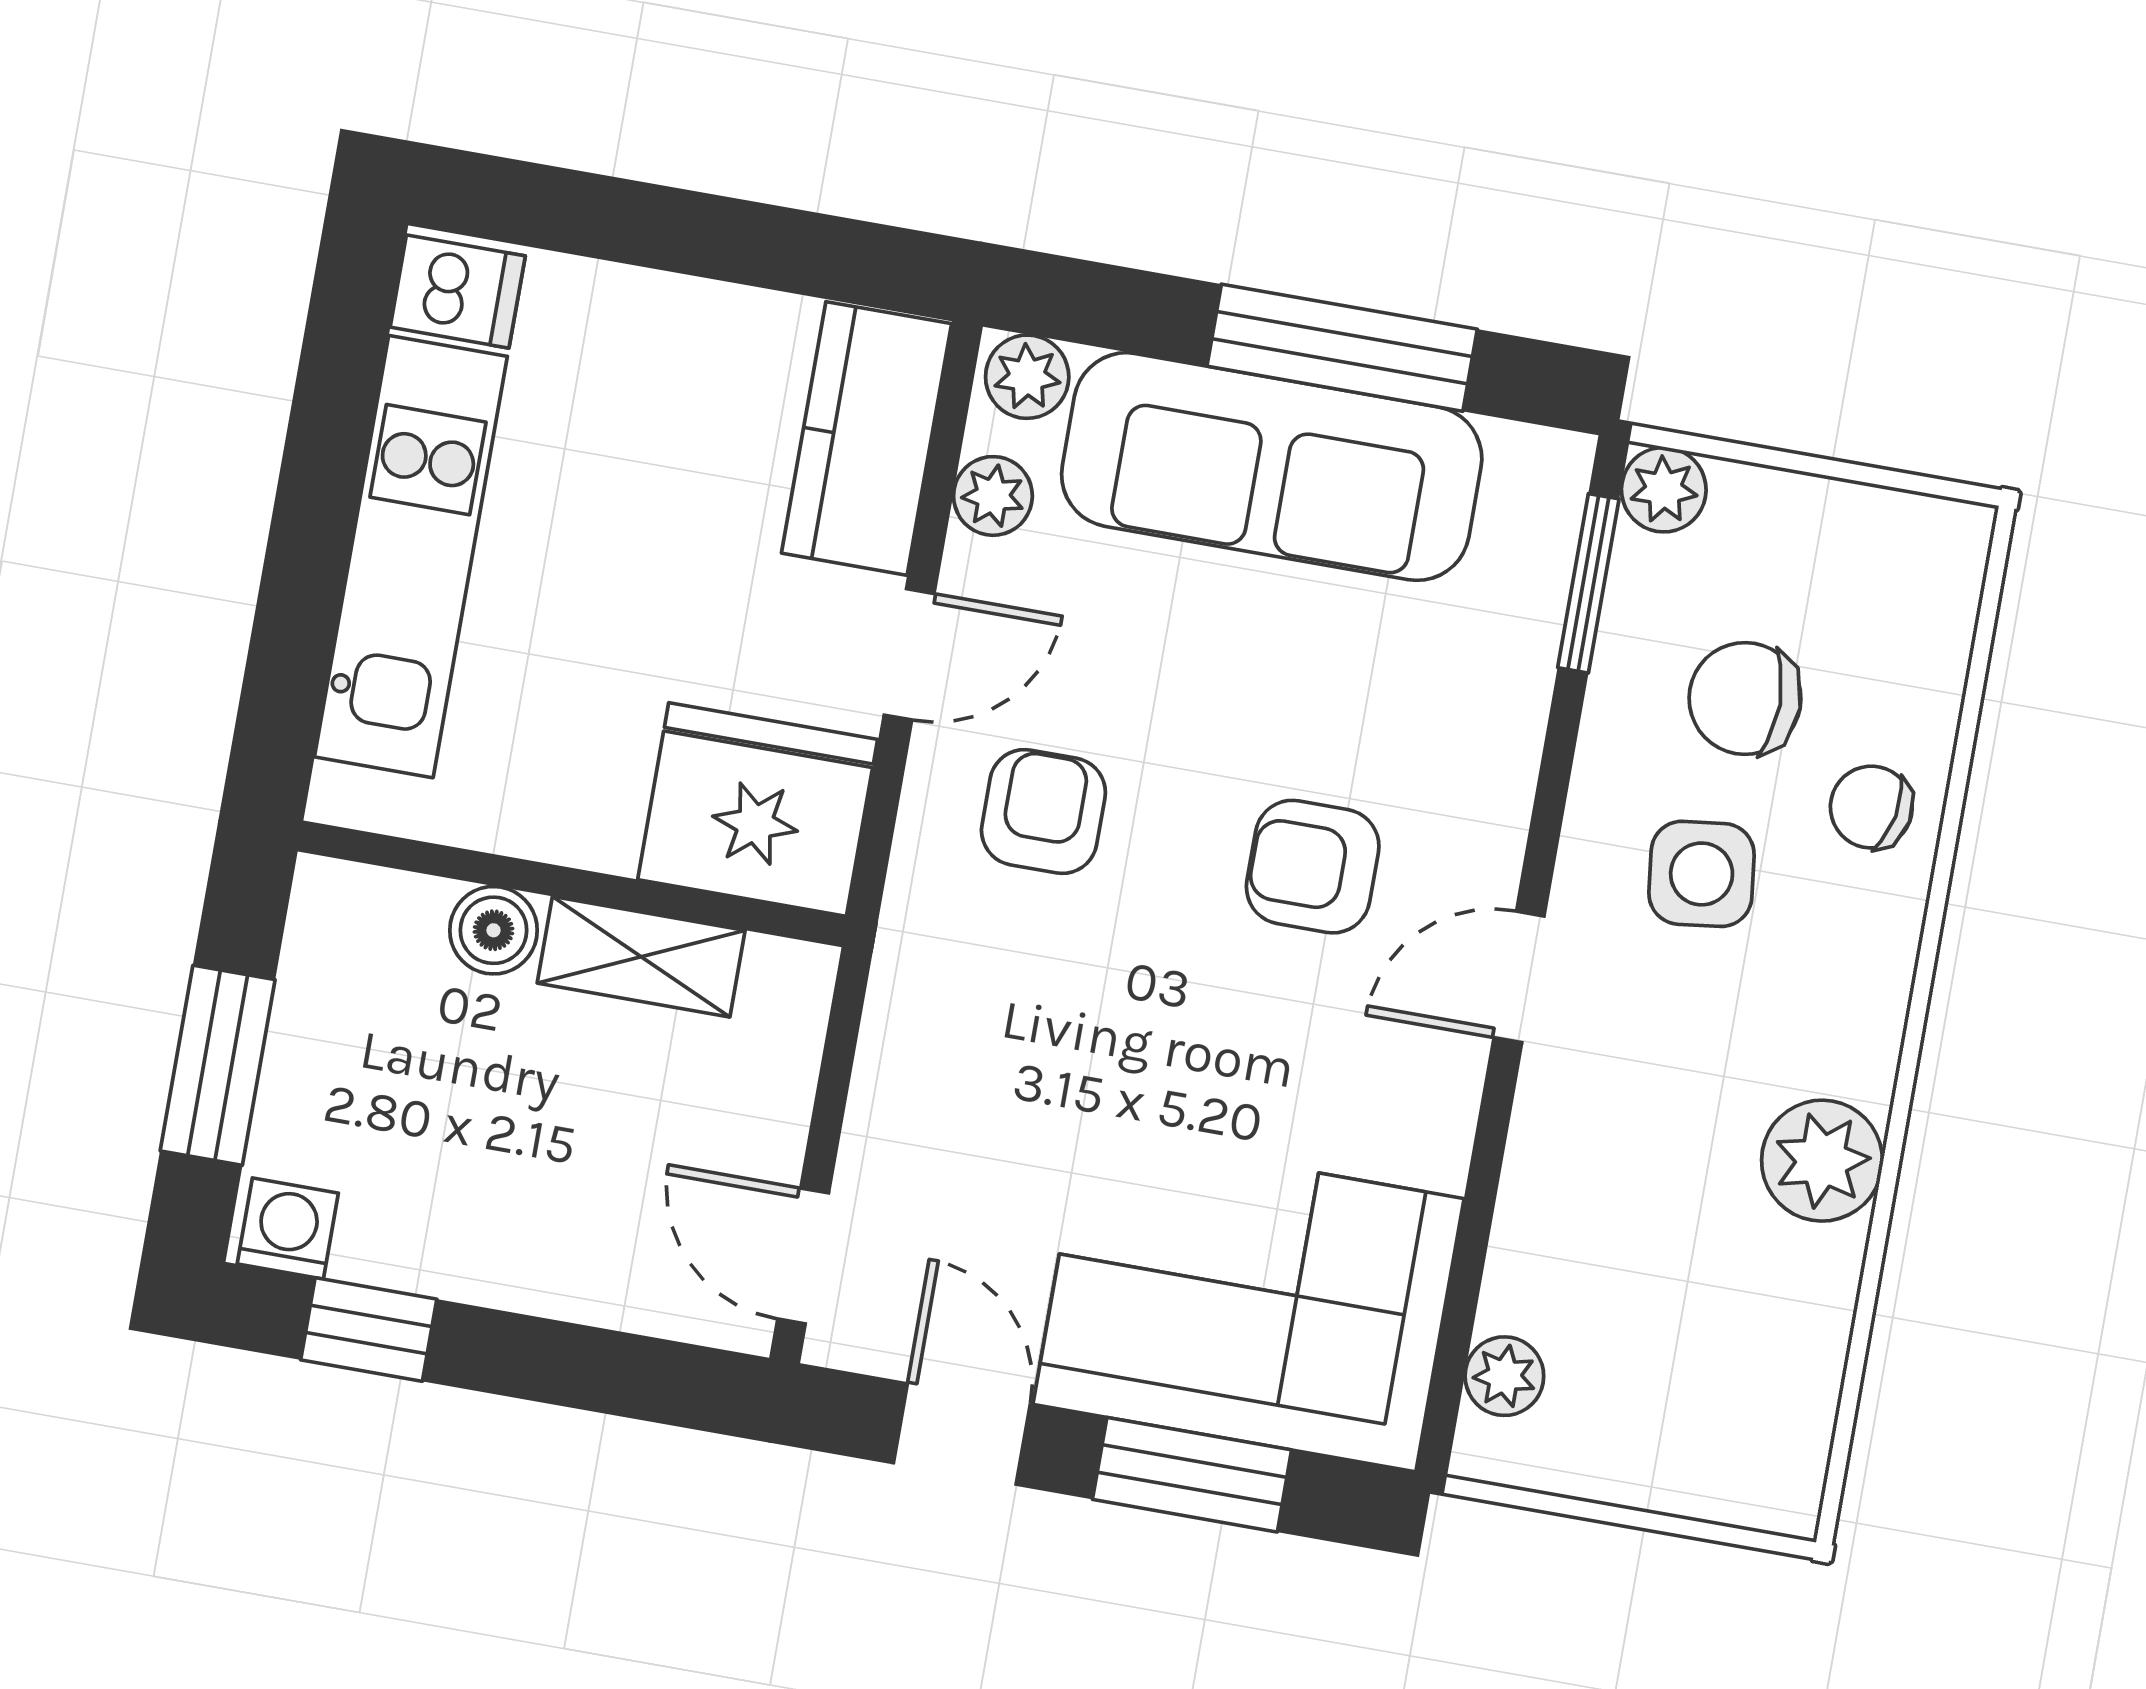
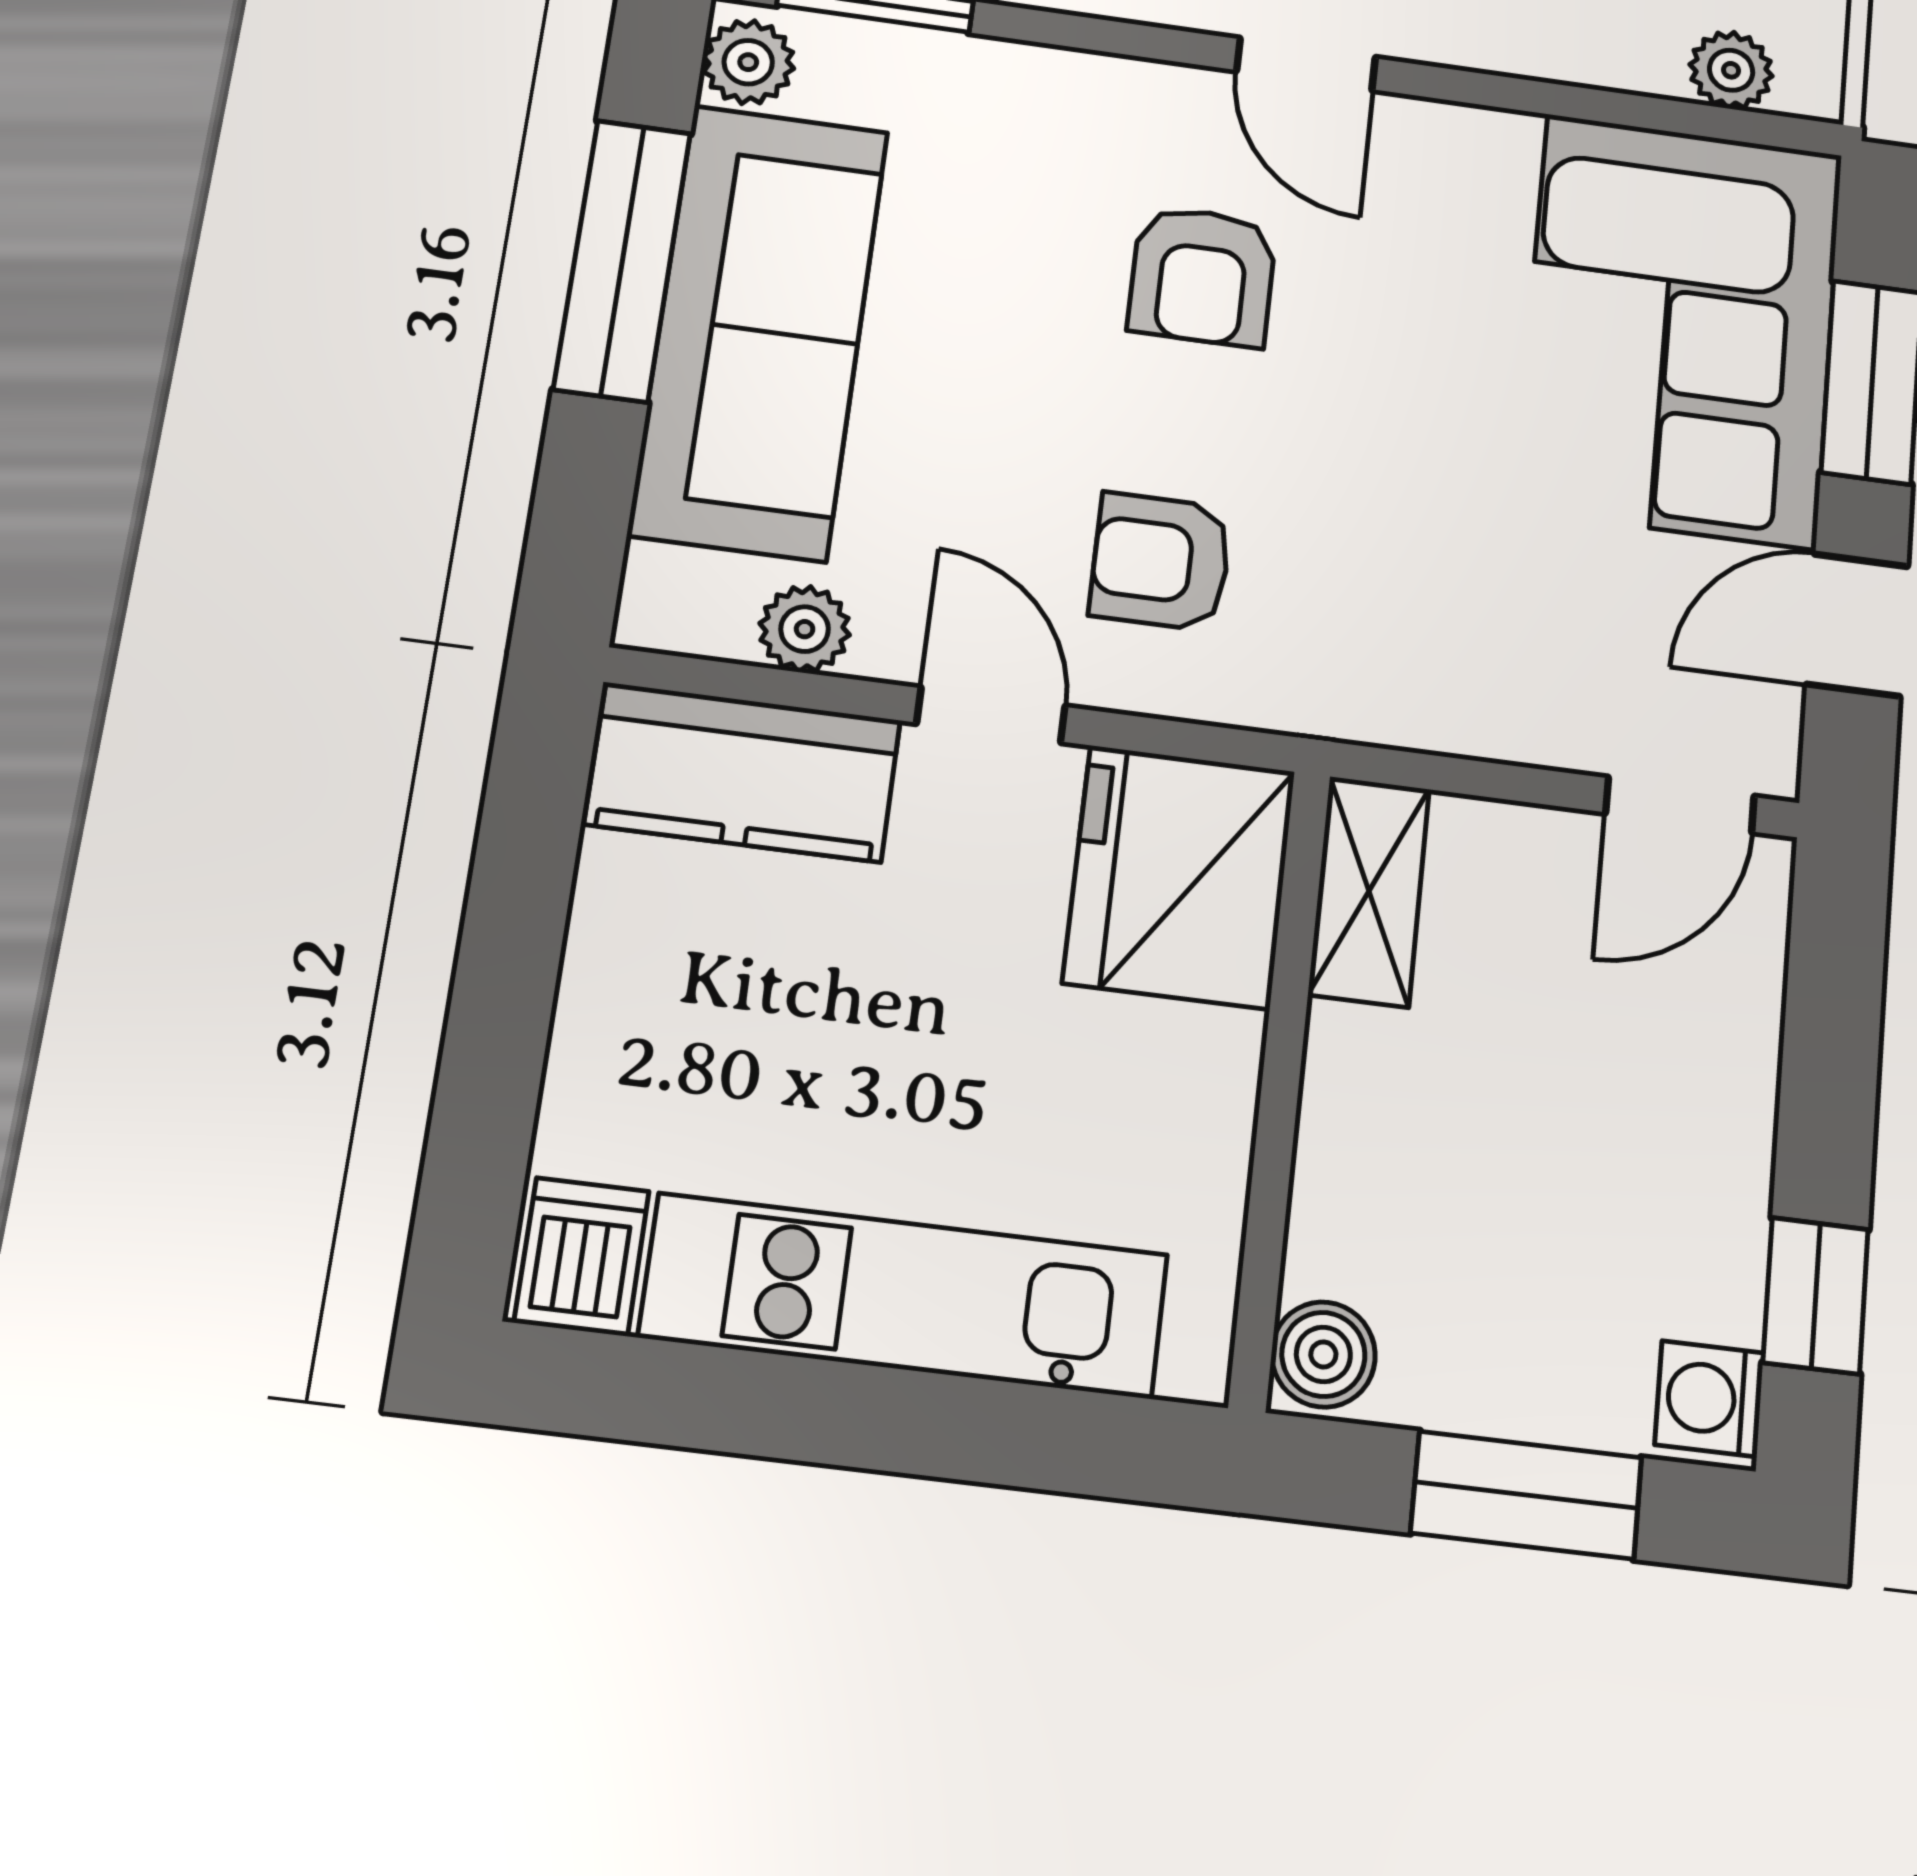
plant: (1027, 377) -> (748, 62), moved
boiler: (493, 930) -> (1323, 1354), moved
shelving: (641, 957) -> (1369, 891), moved

